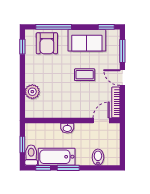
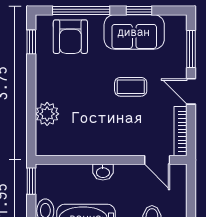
window: (106, 27) -> (139, 10), moved
door: (101, 120) -> (157, 160), swing flipped
window: (22, 145) -> (31, 181), moved

